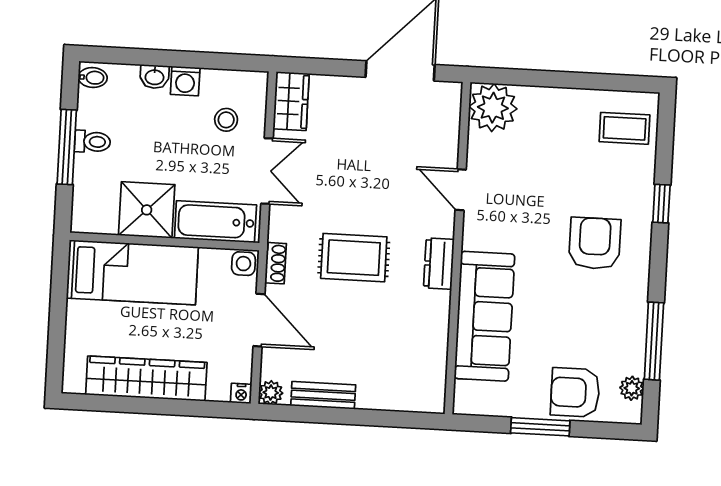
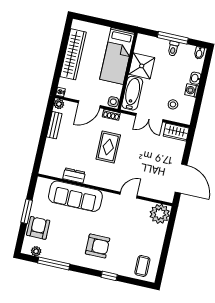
dresser: (439, 264) -> (74, 175), moved

